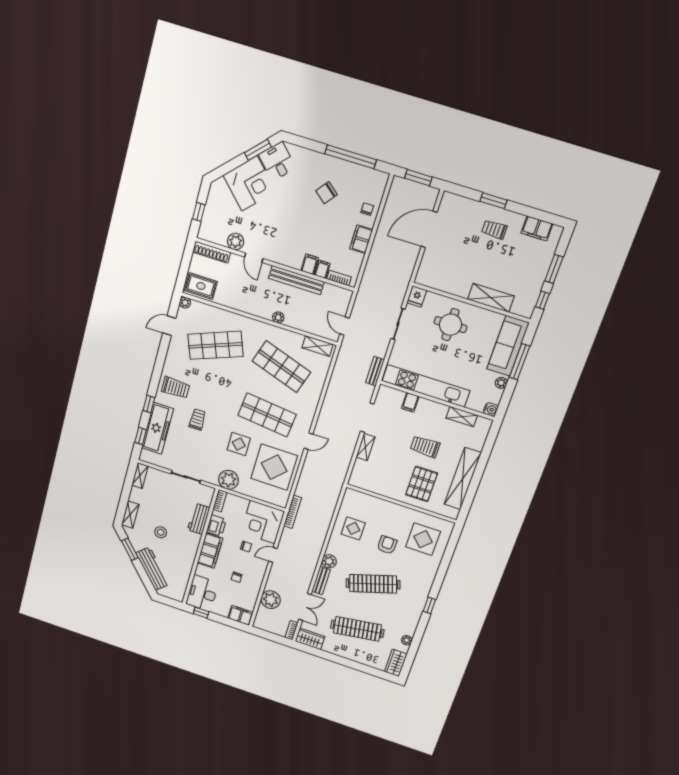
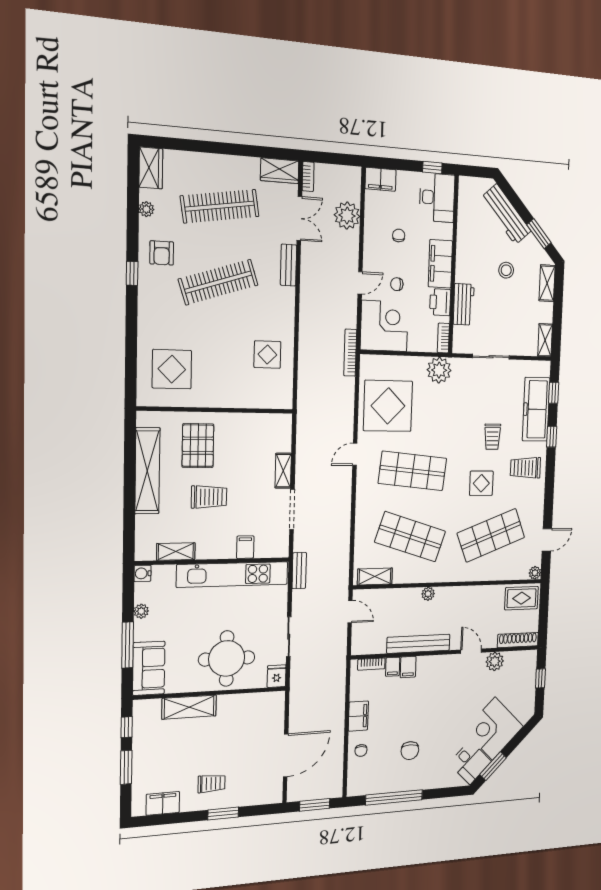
chair: (326, 193) -> (410, 751), turned 141
round table: (450, 325) -> (227, 658), width x1.36, depth x1.36
sofa: (508, 346) -> (149, 668), width x0.73
display table: (239, 444) -> (481, 483), moved
armchair: (387, 545) -> (162, 253), moved
plant: (329, 561) -> (286, 297), removed
double door: (305, 607) -> (299, 218), swing flipped

